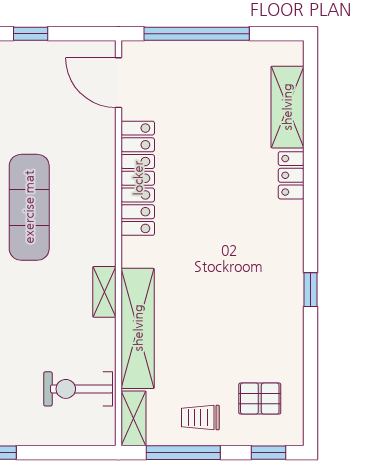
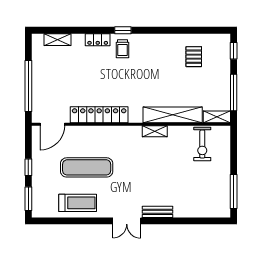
shelving: (287, 107) -> (58, 40), width x0.67, depth x0.75
exercise mat: (29, 207) -> (87, 167), moved
window: (310, 290) -> (123, 30), moved
pallet: (260, 399) -> (194, 57), moved
trolley: (200, 417) -> (122, 49), moved

